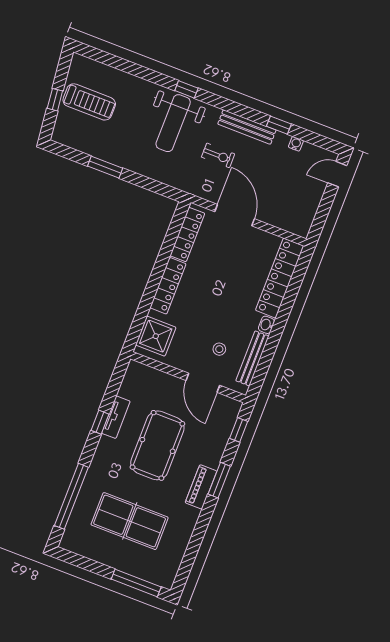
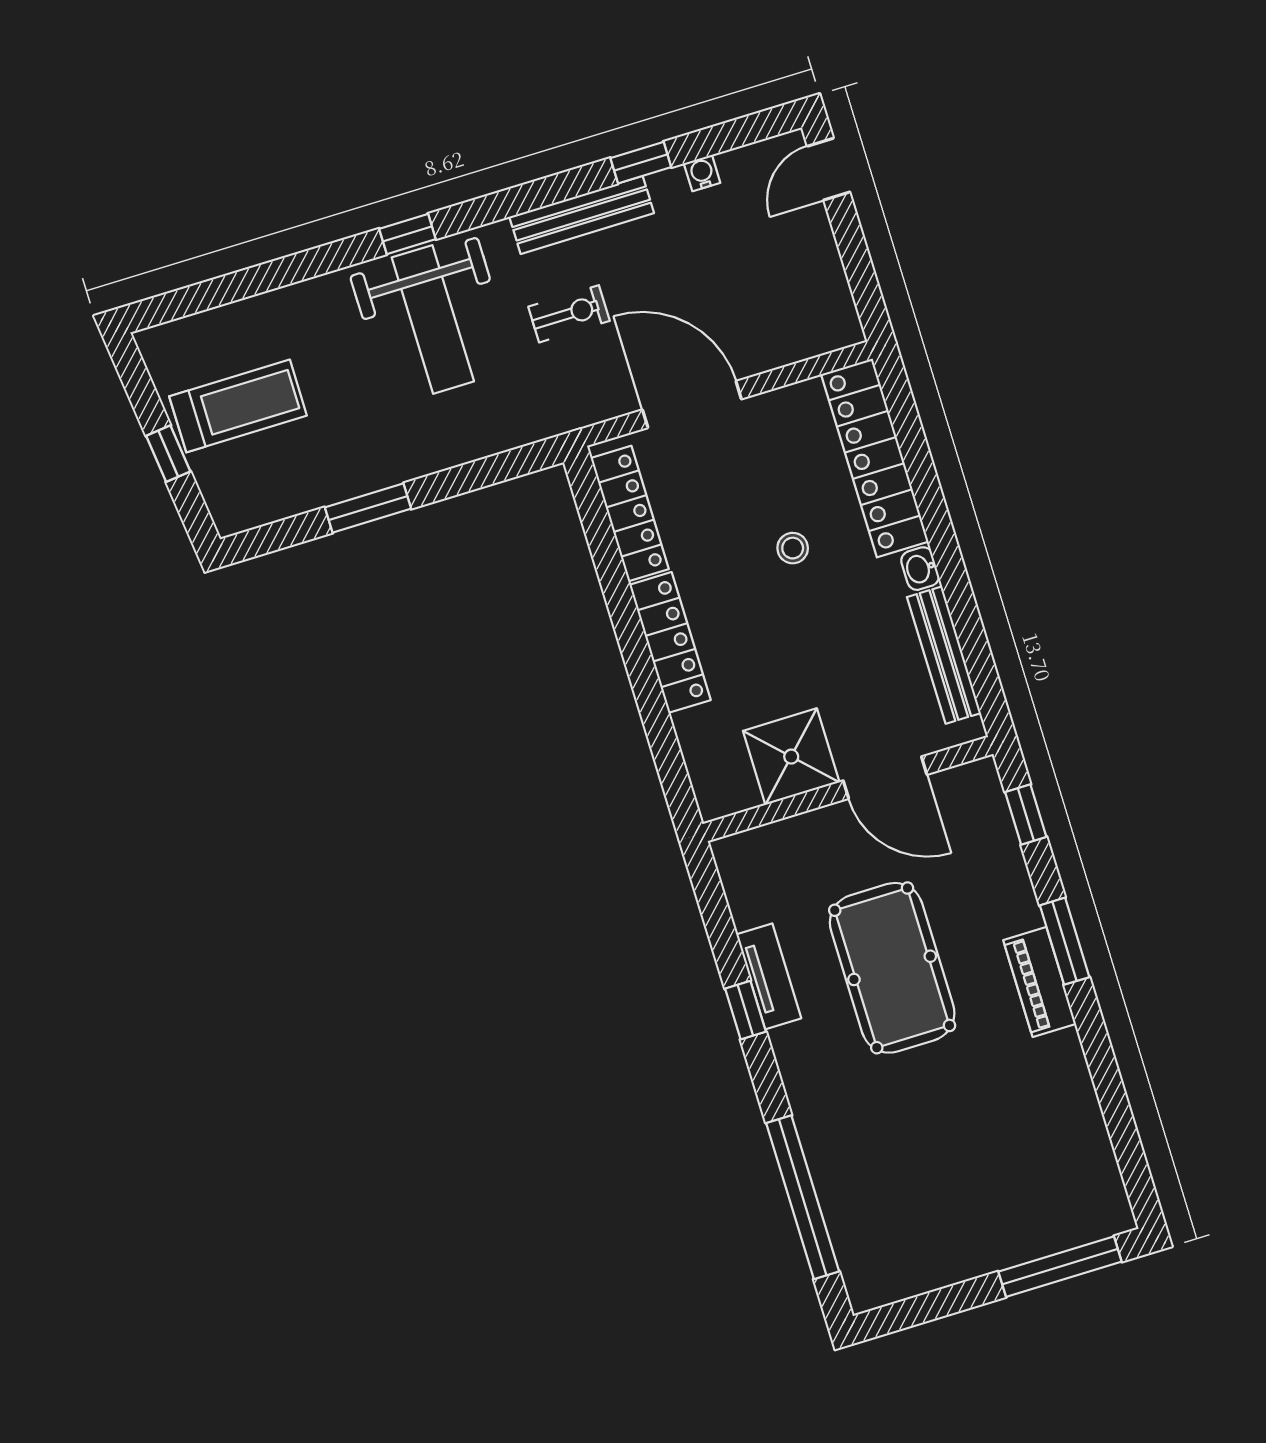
shower: (156, 336) -> (791, 757), moved
stool: (219, 349) -> (793, 548), moved
table tennis table: (130, 521) -> (953, 1157), removed

